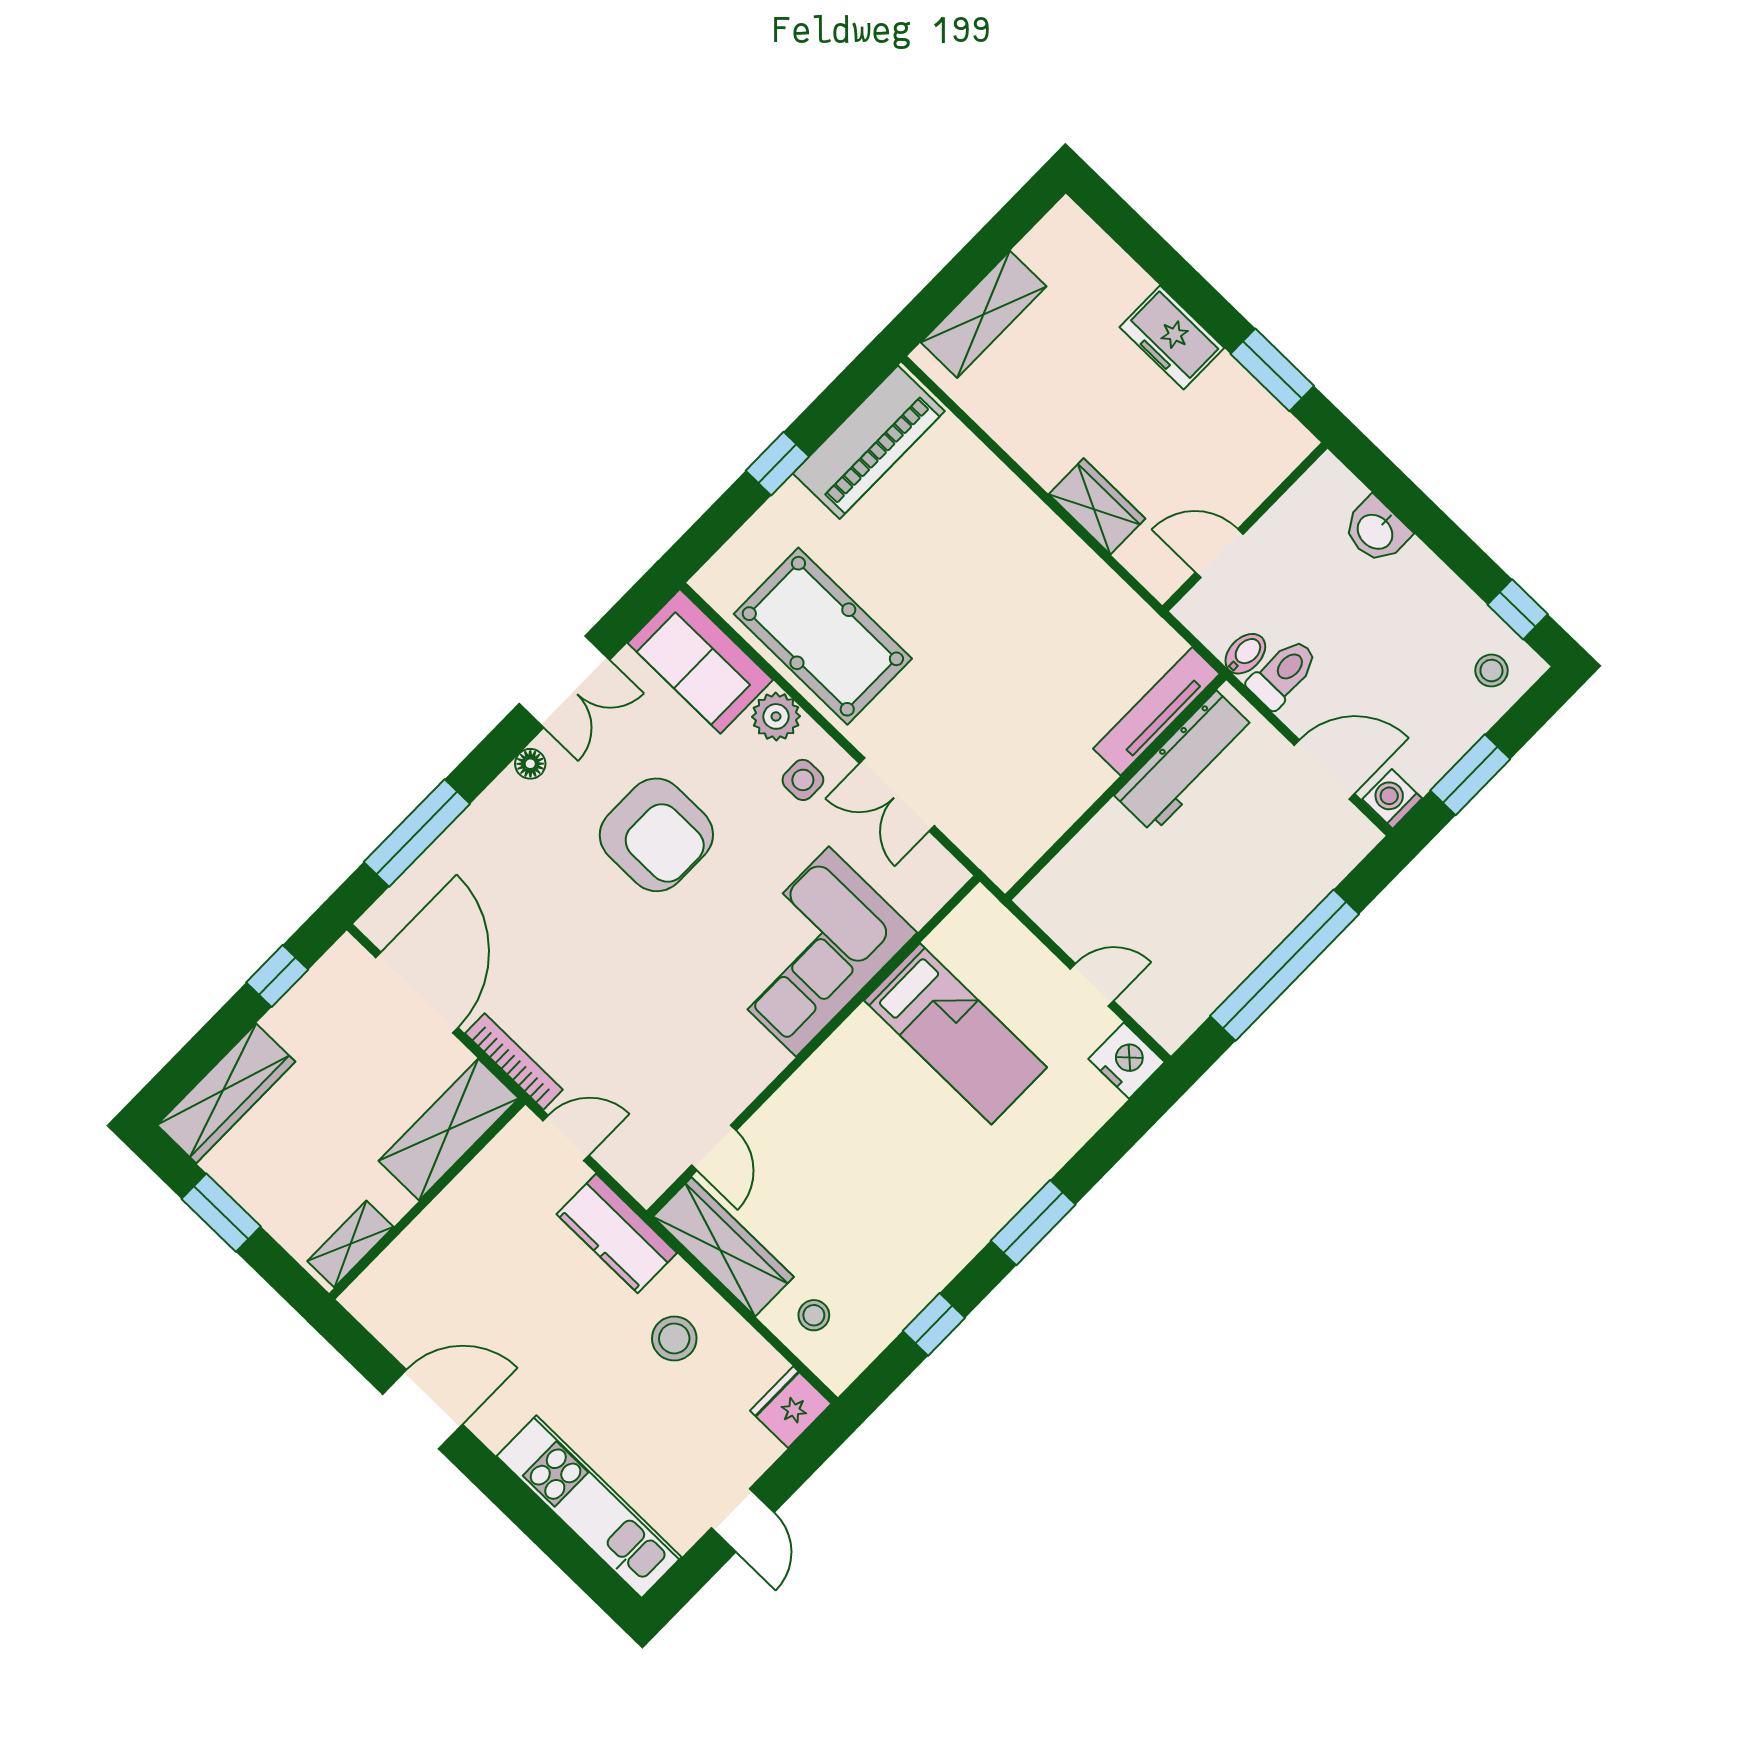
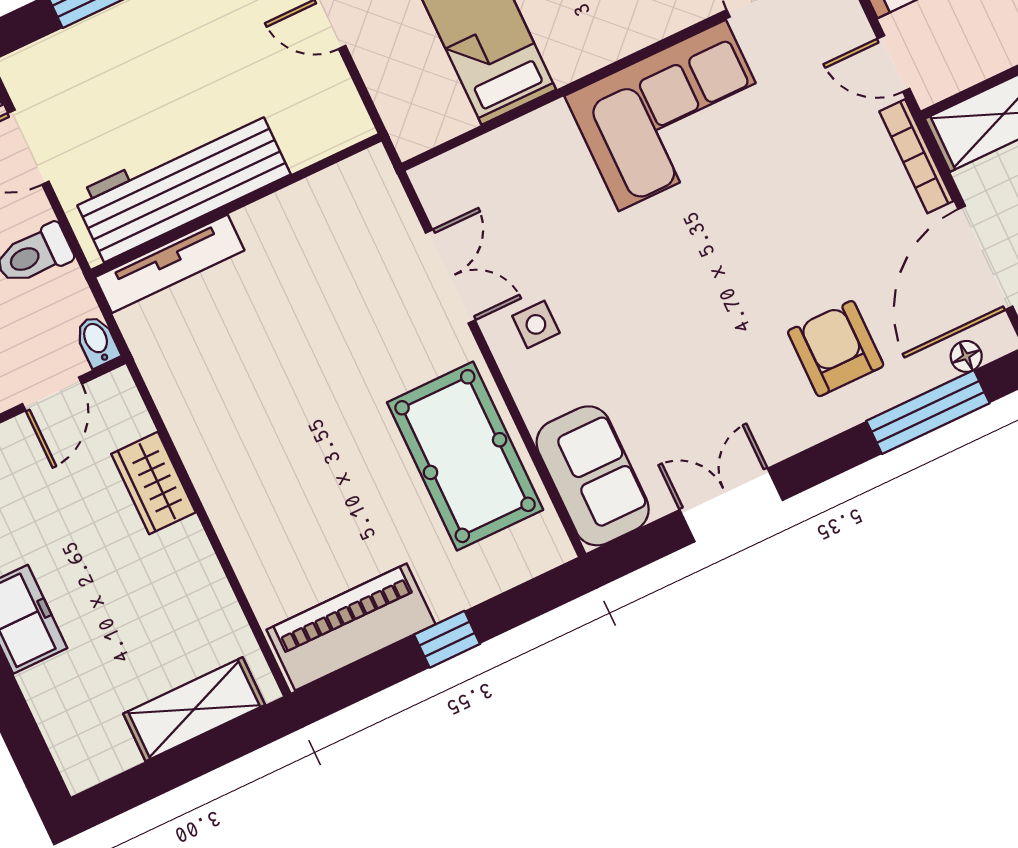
door: (1219, 553) -> (52, 394), hinge flipped
bidet: (1245, 654) -> (97, 341), moved, turned 90
plant: (776, 716) -> (539, 395), removed
workbench: (1185, 762) -> (181, 184), width x1.36, depth x1.32
floor lamp: (530, 764) -> (966, 356), moved
armchair: (656, 835) -> (836, 349), moved, width x0.73, depth x0.73
corner sofa: (813, 952) -> (672, 115), moved

